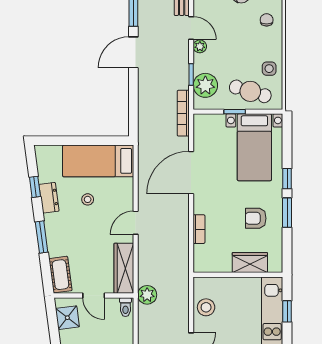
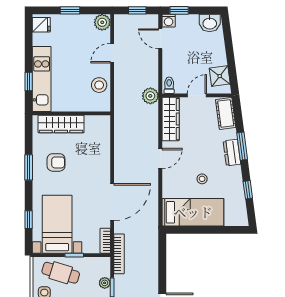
plant: (205, 85) -> (105, 283), width x0.53, depth x0.53
window: (287, 179) -> (29, 220), moved
dresser: (49, 198) -> (232, 153), moved
bookcase: (199, 229) -> (105, 241), moved
wardrobe: (250, 262) -> (61, 124), width x1.50
door: (94, 295) -> (197, 95), hinge flipped

